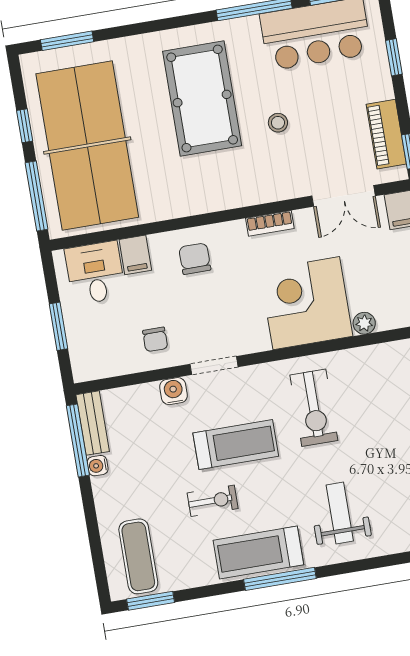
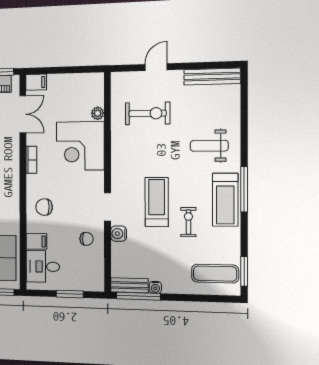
exercise bike: (314, 408) -> (148, 113), moved

